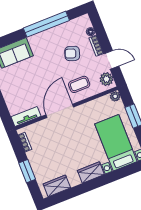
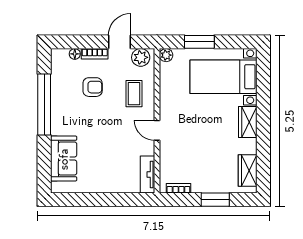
armchair: (72, 53) -> (93, 87), turned -109
door: (60, 111) -> (157, 130), width x0.53

